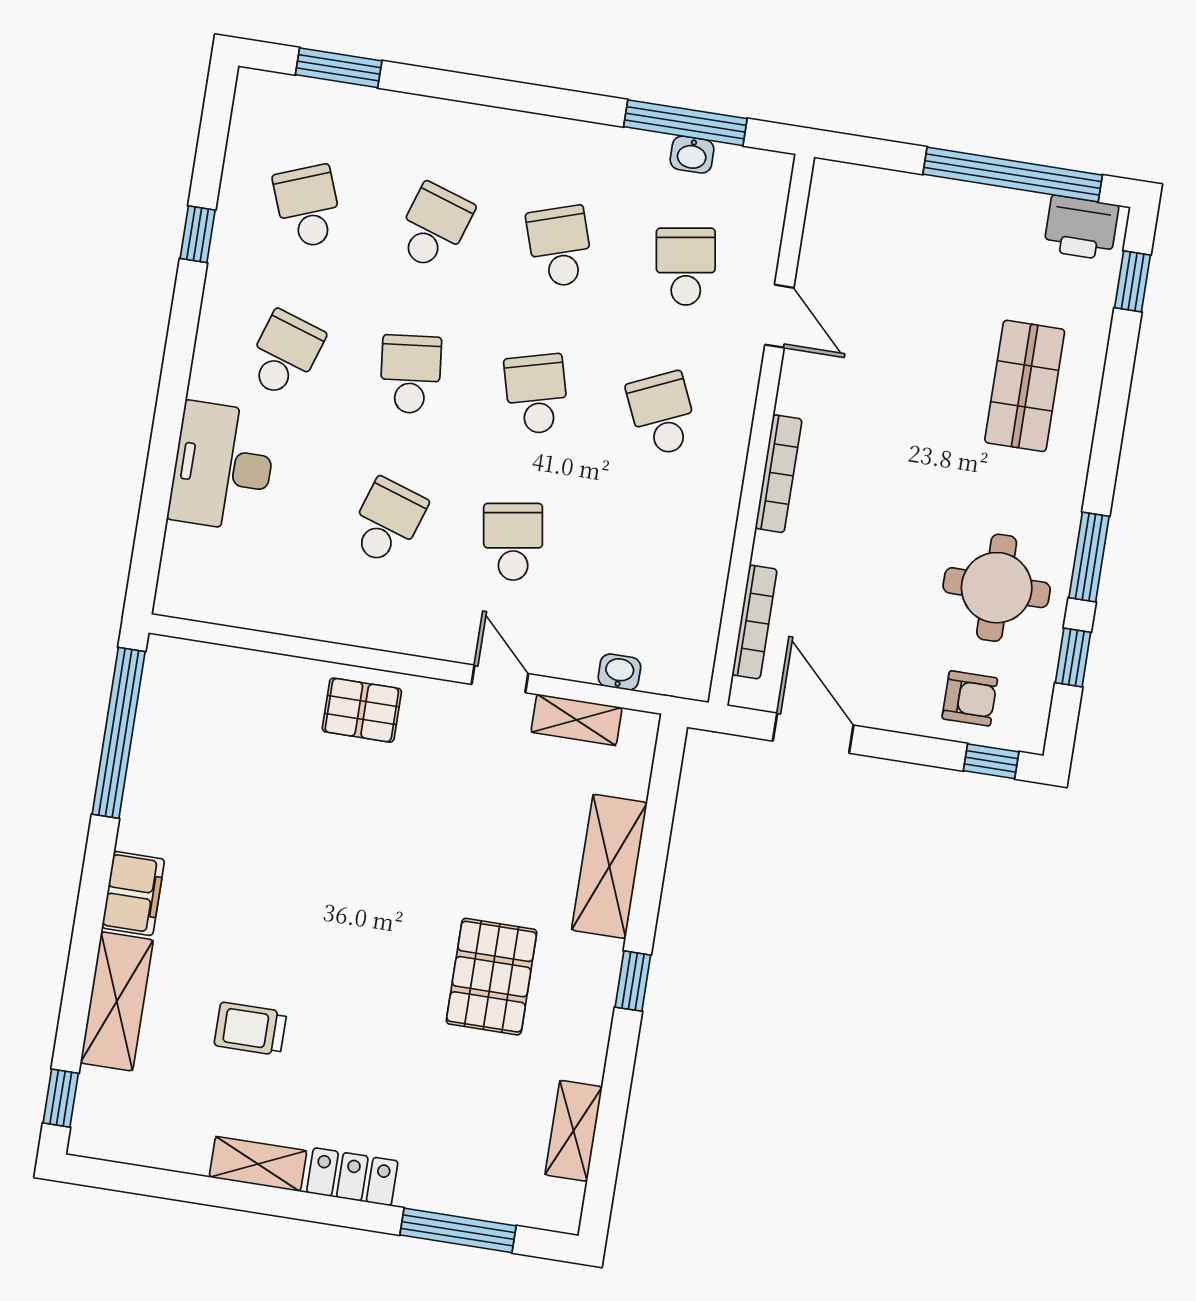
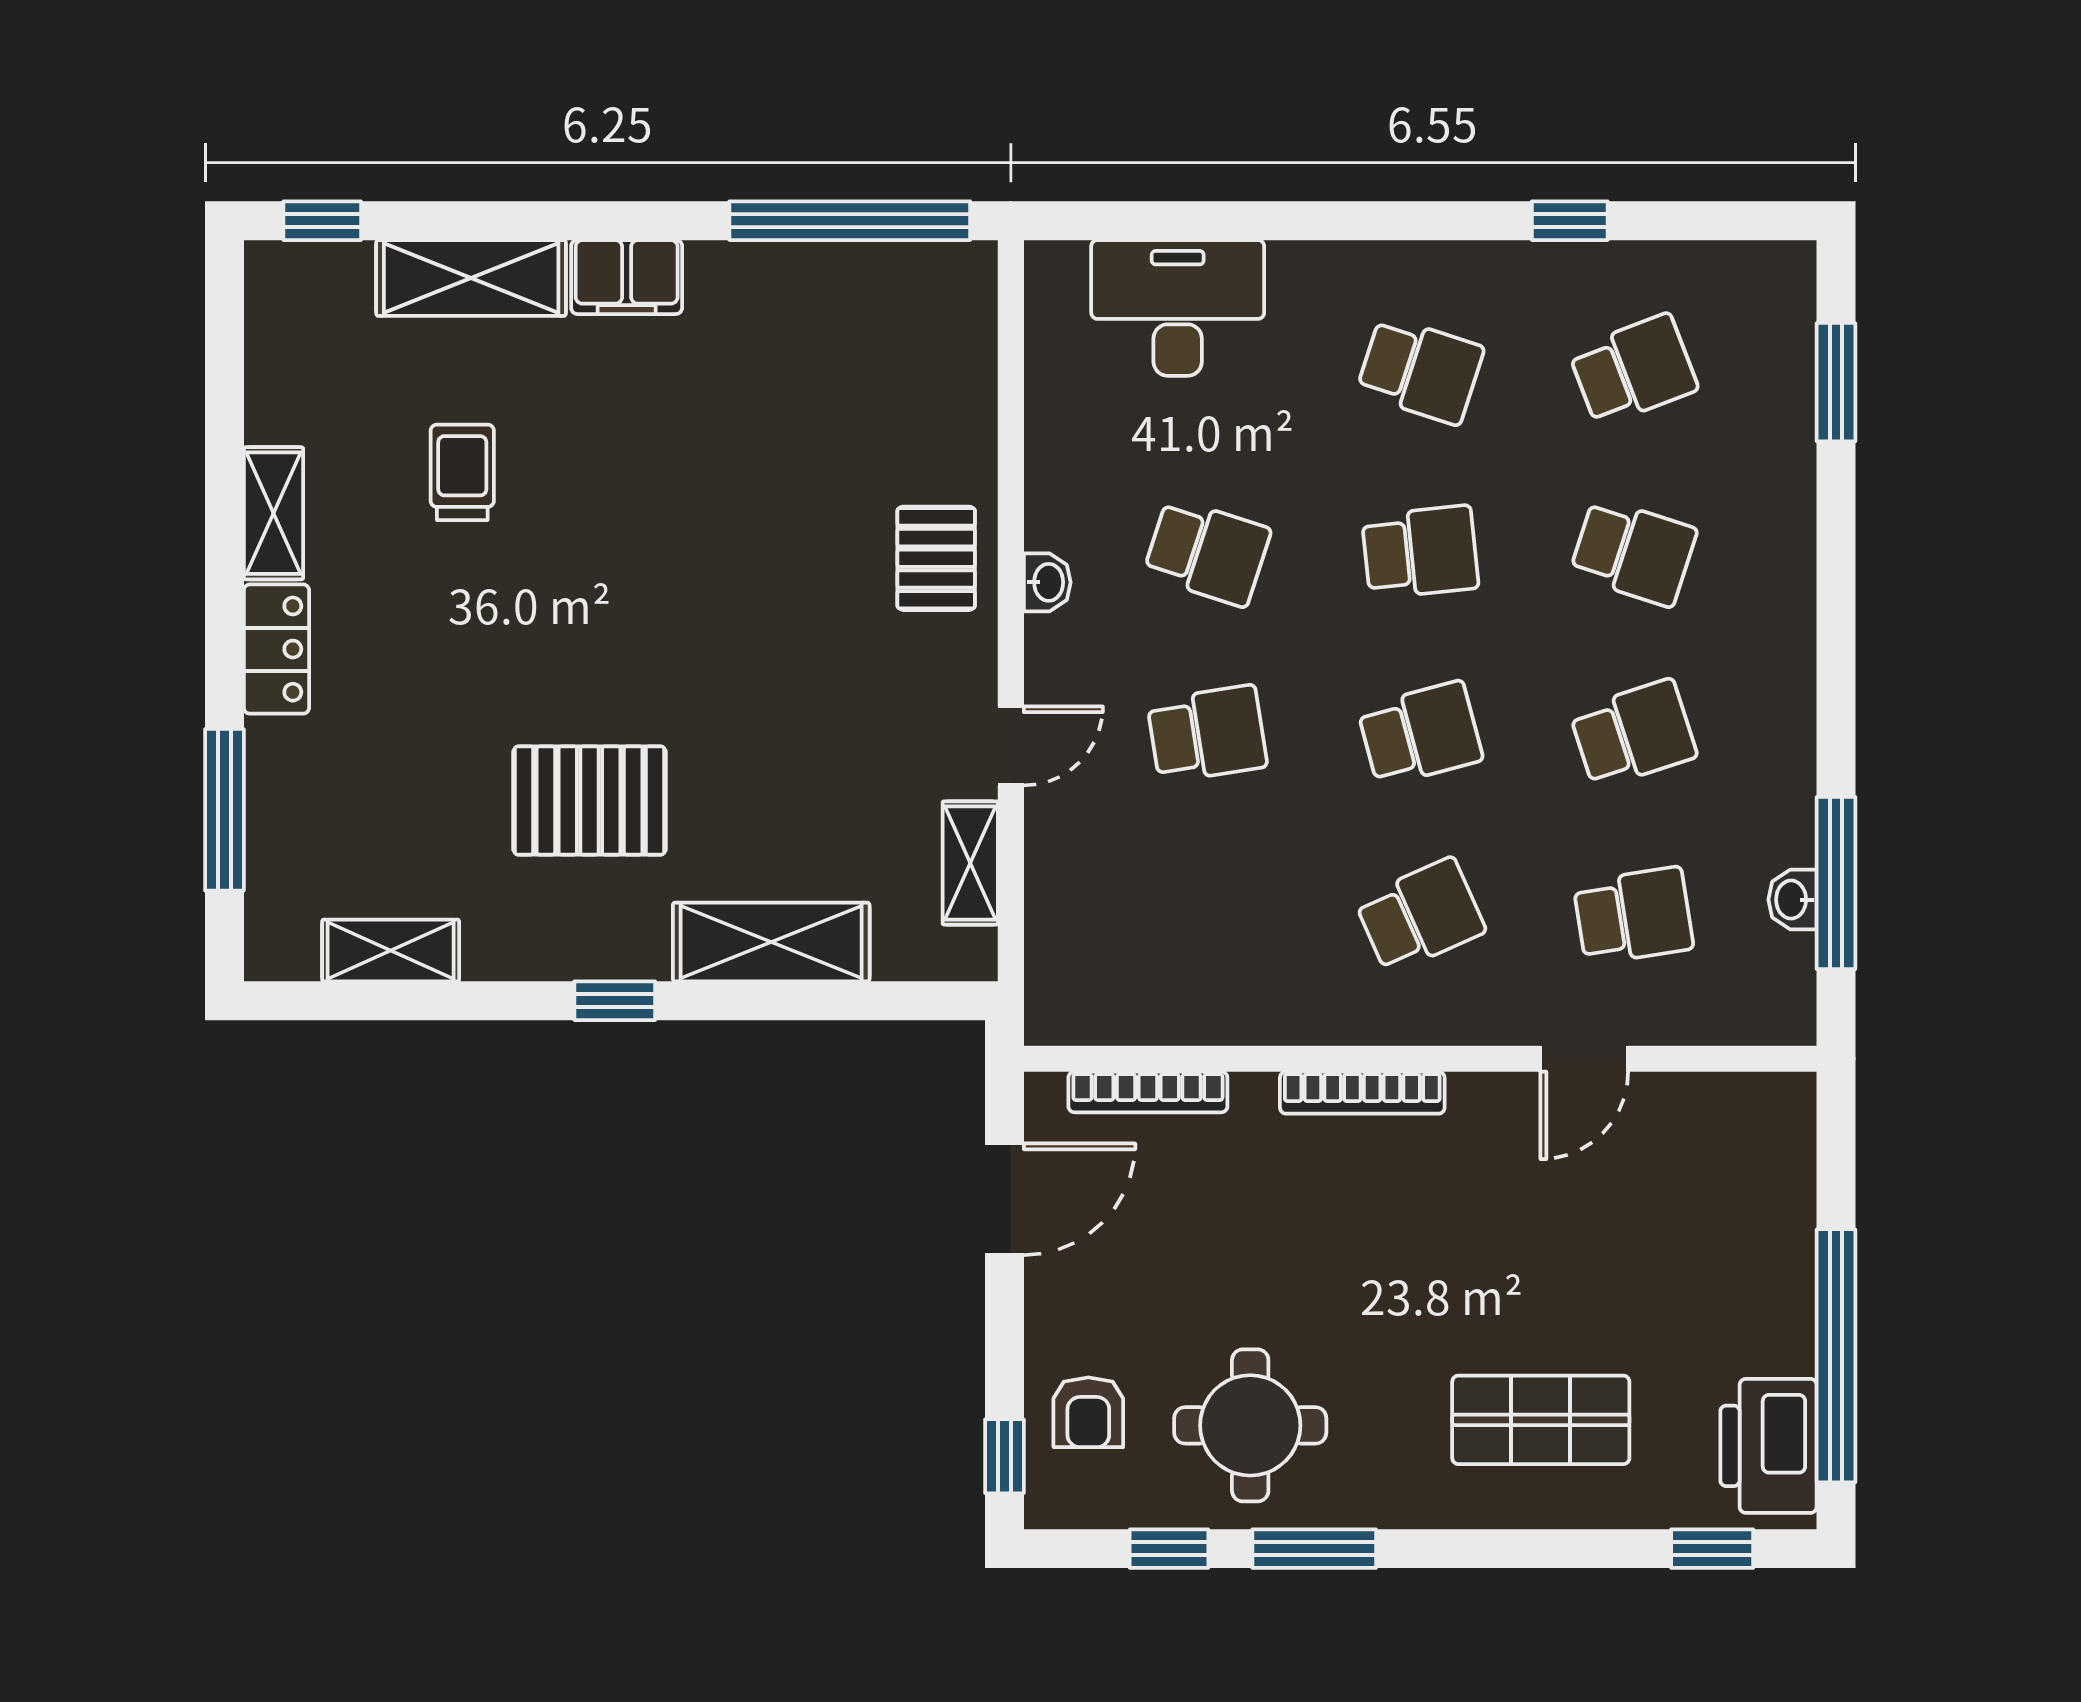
printer: (1081, 228) -> (1768, 1446), width x1.37, depth x1.19
desk: (223, 466) -> (1178, 308), moved
washbasin: (619, 672) -> (1047, 582), moved

